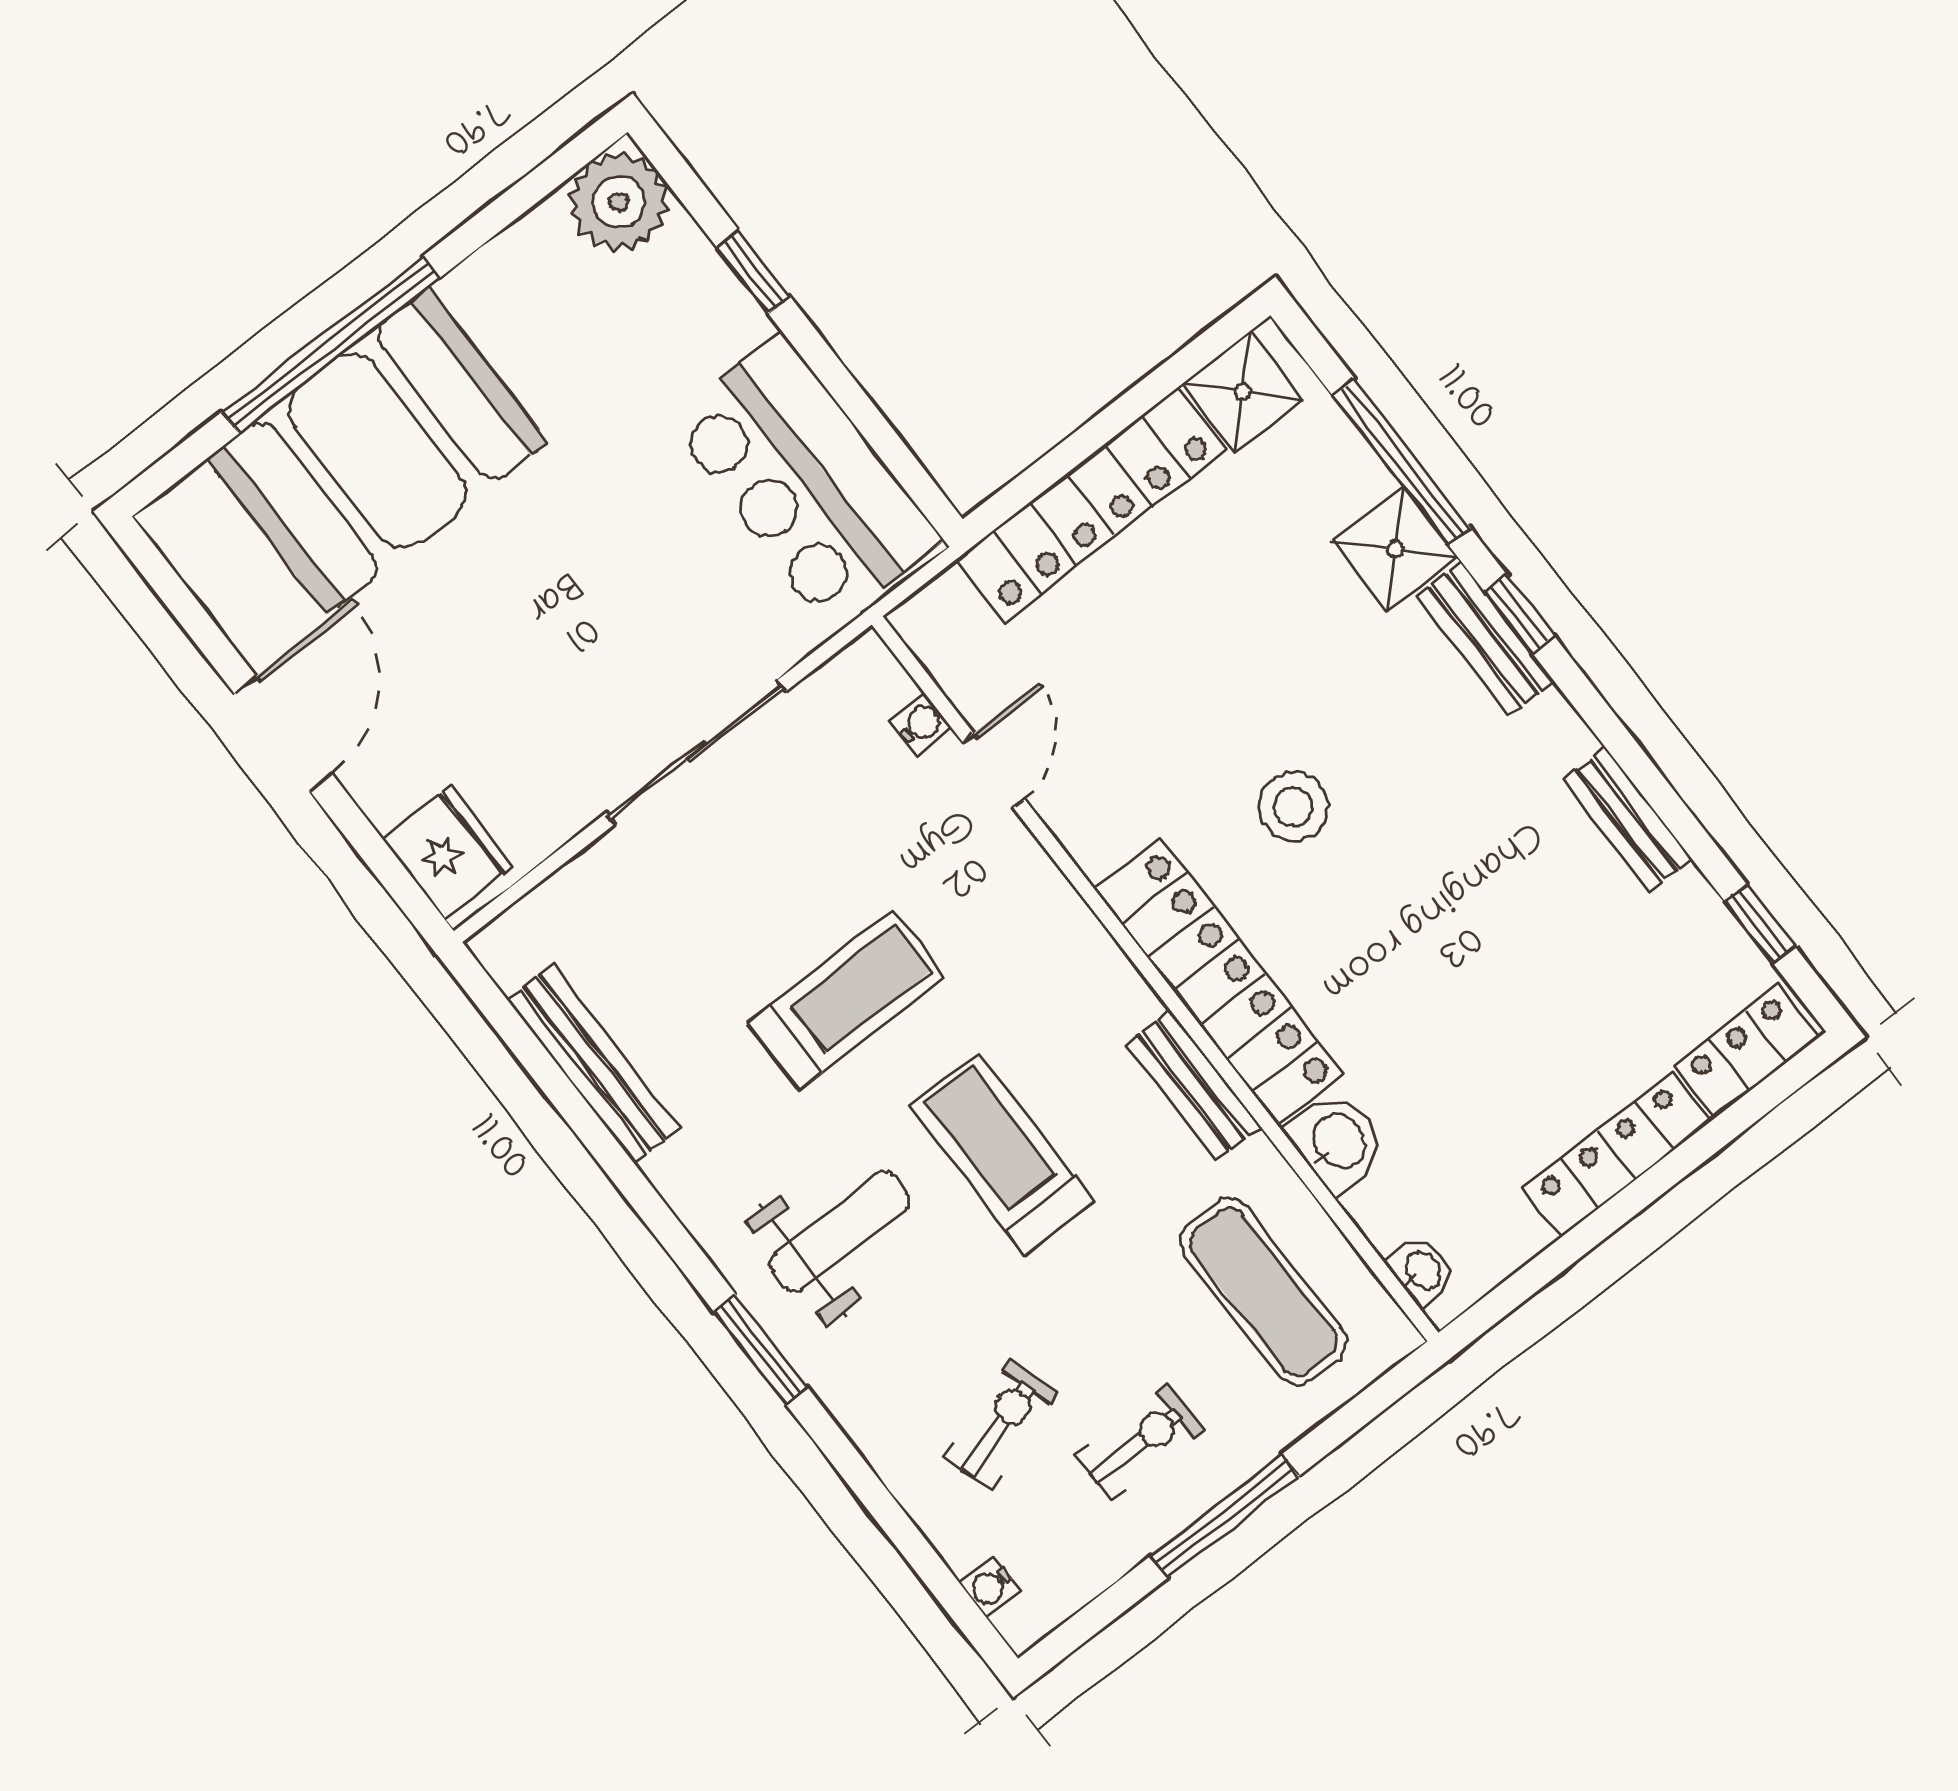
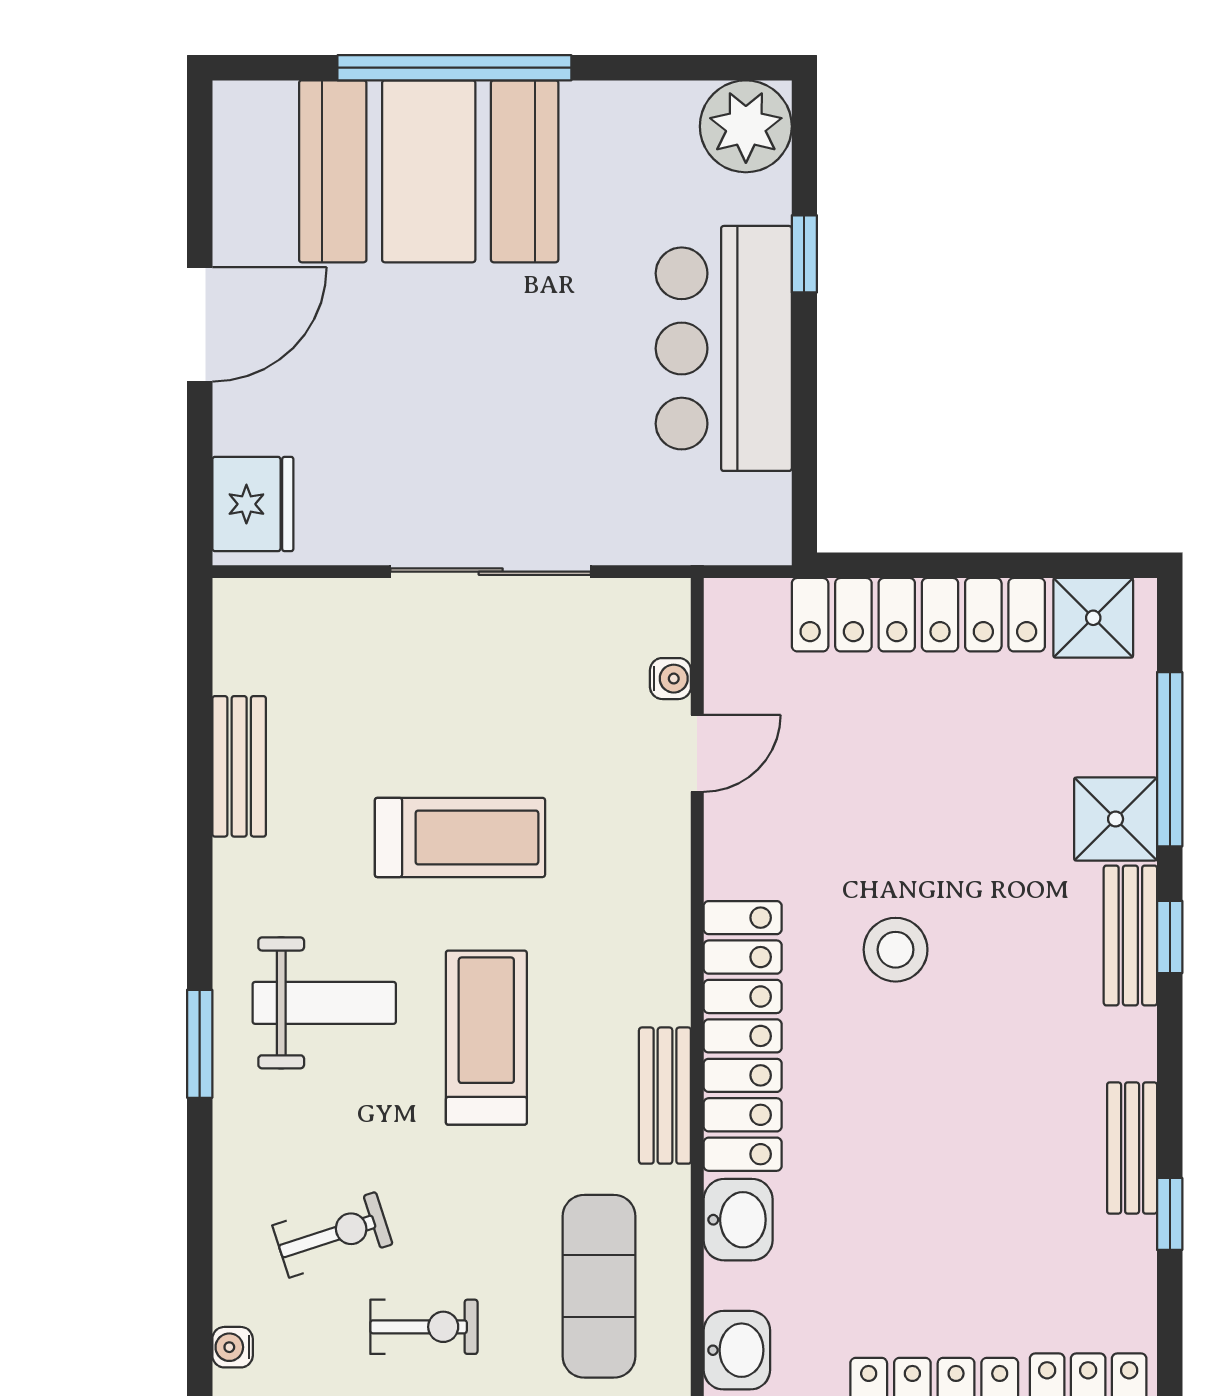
bar counter: (805, 480) -> (724, 348), moved
window: (1760, 924) -> (1170, 1214), moved
bench: (593, 1064) -> (239, 766), width x0.73
washbasin: (1422, 1271) -> (737, 1350), width x1.38, depth x1.45

